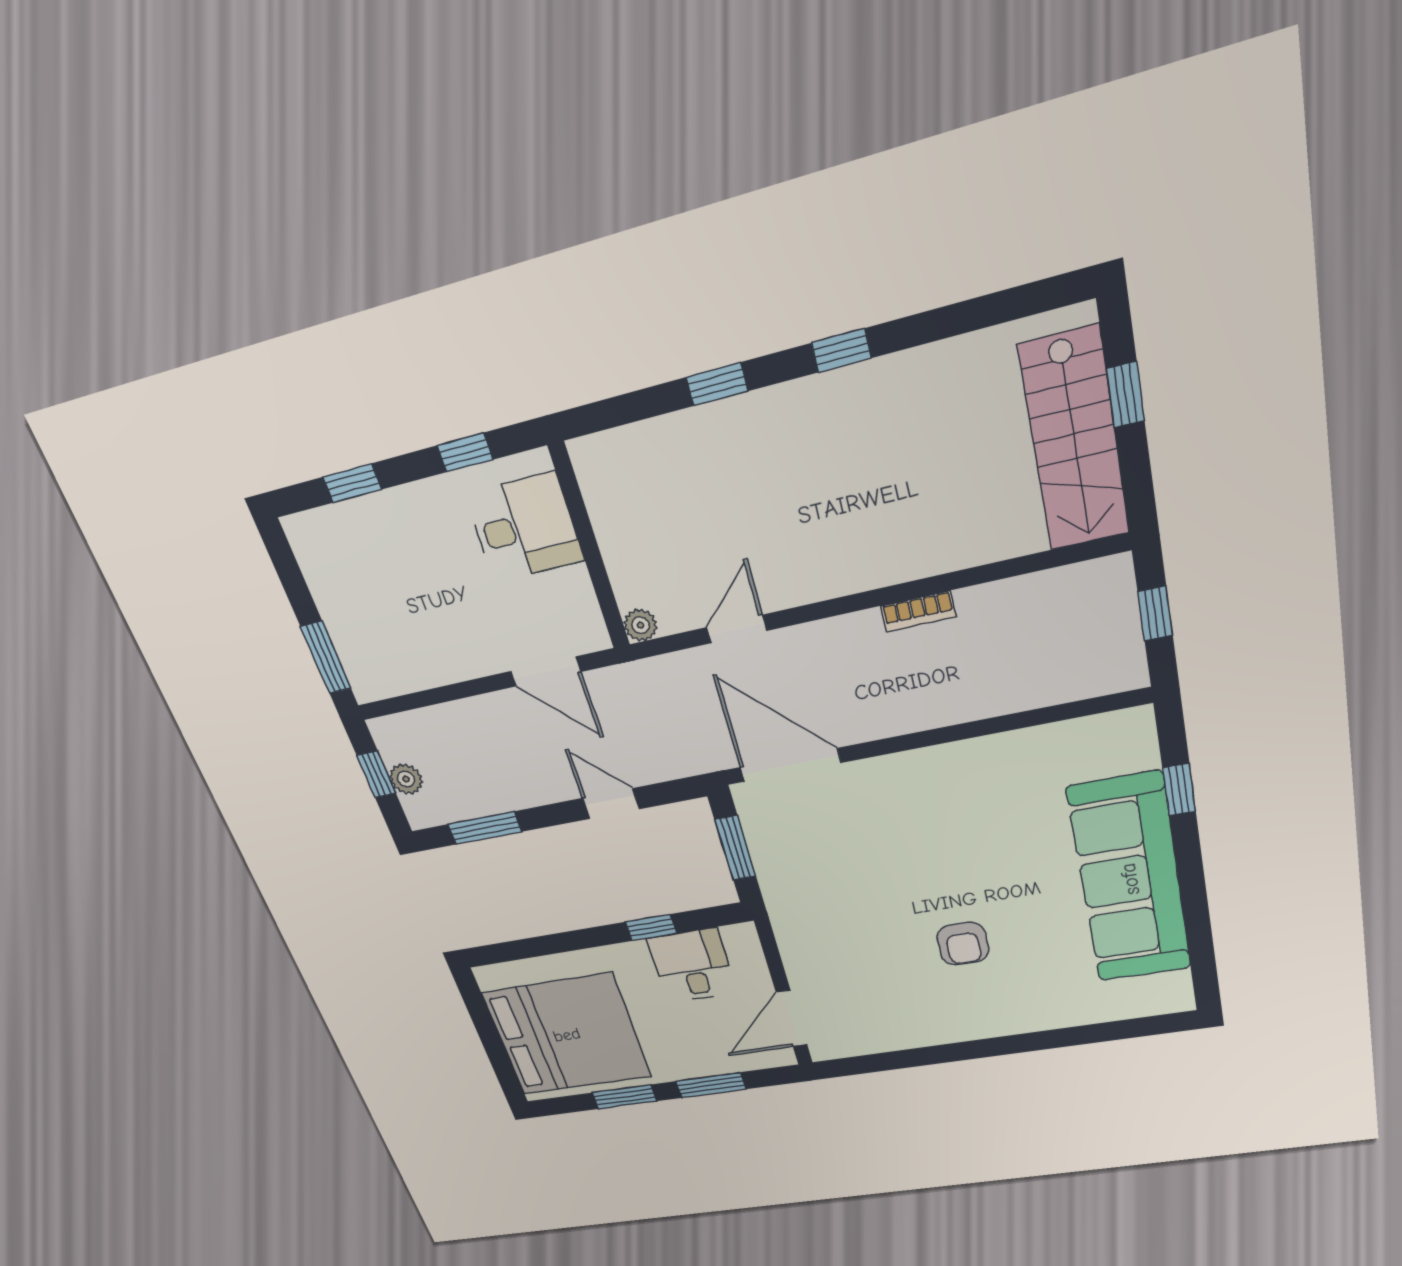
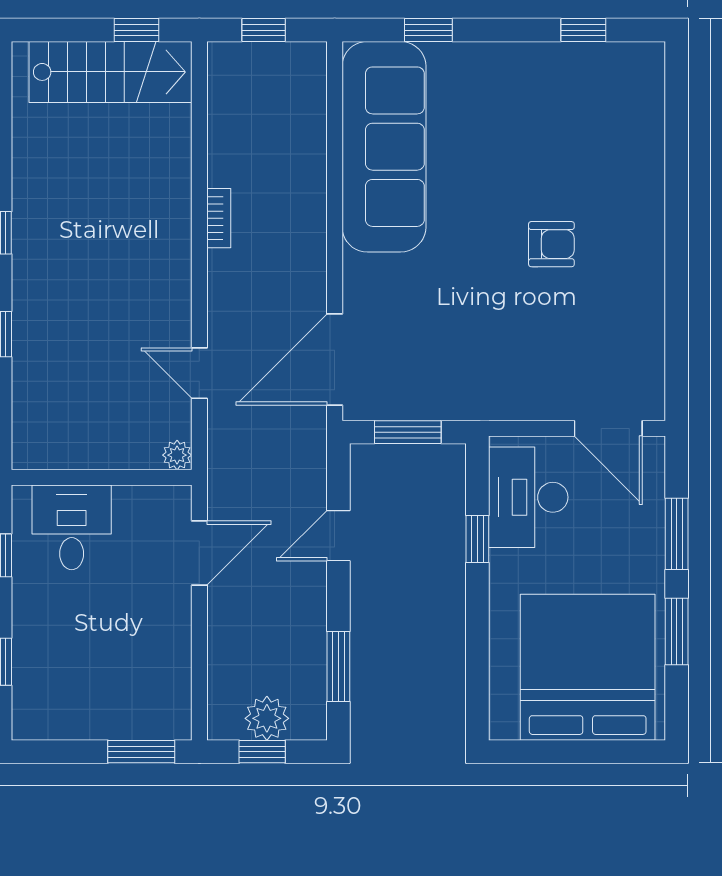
window: (1125, 395) -> (136, 30), moved
plant: (406, 779) -> (267, 718), width x1.38, depth x1.38
sofa: (1130, 879) -> (384, 147), moved, turned -90
window: (1199, 937) -> (583, 30), added
desk: (692, 966) -> (528, 497), width x1.37

